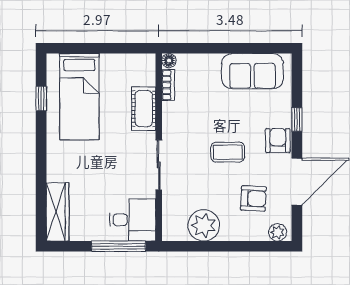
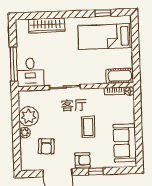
cot: (144, 109) -> (120, 76), moved
coffee table: (228, 152) -> (88, 127), moved
wardrobe: (58, 212) -> (47, 25), moved
plant: (278, 232) -> (25, 133), moved

